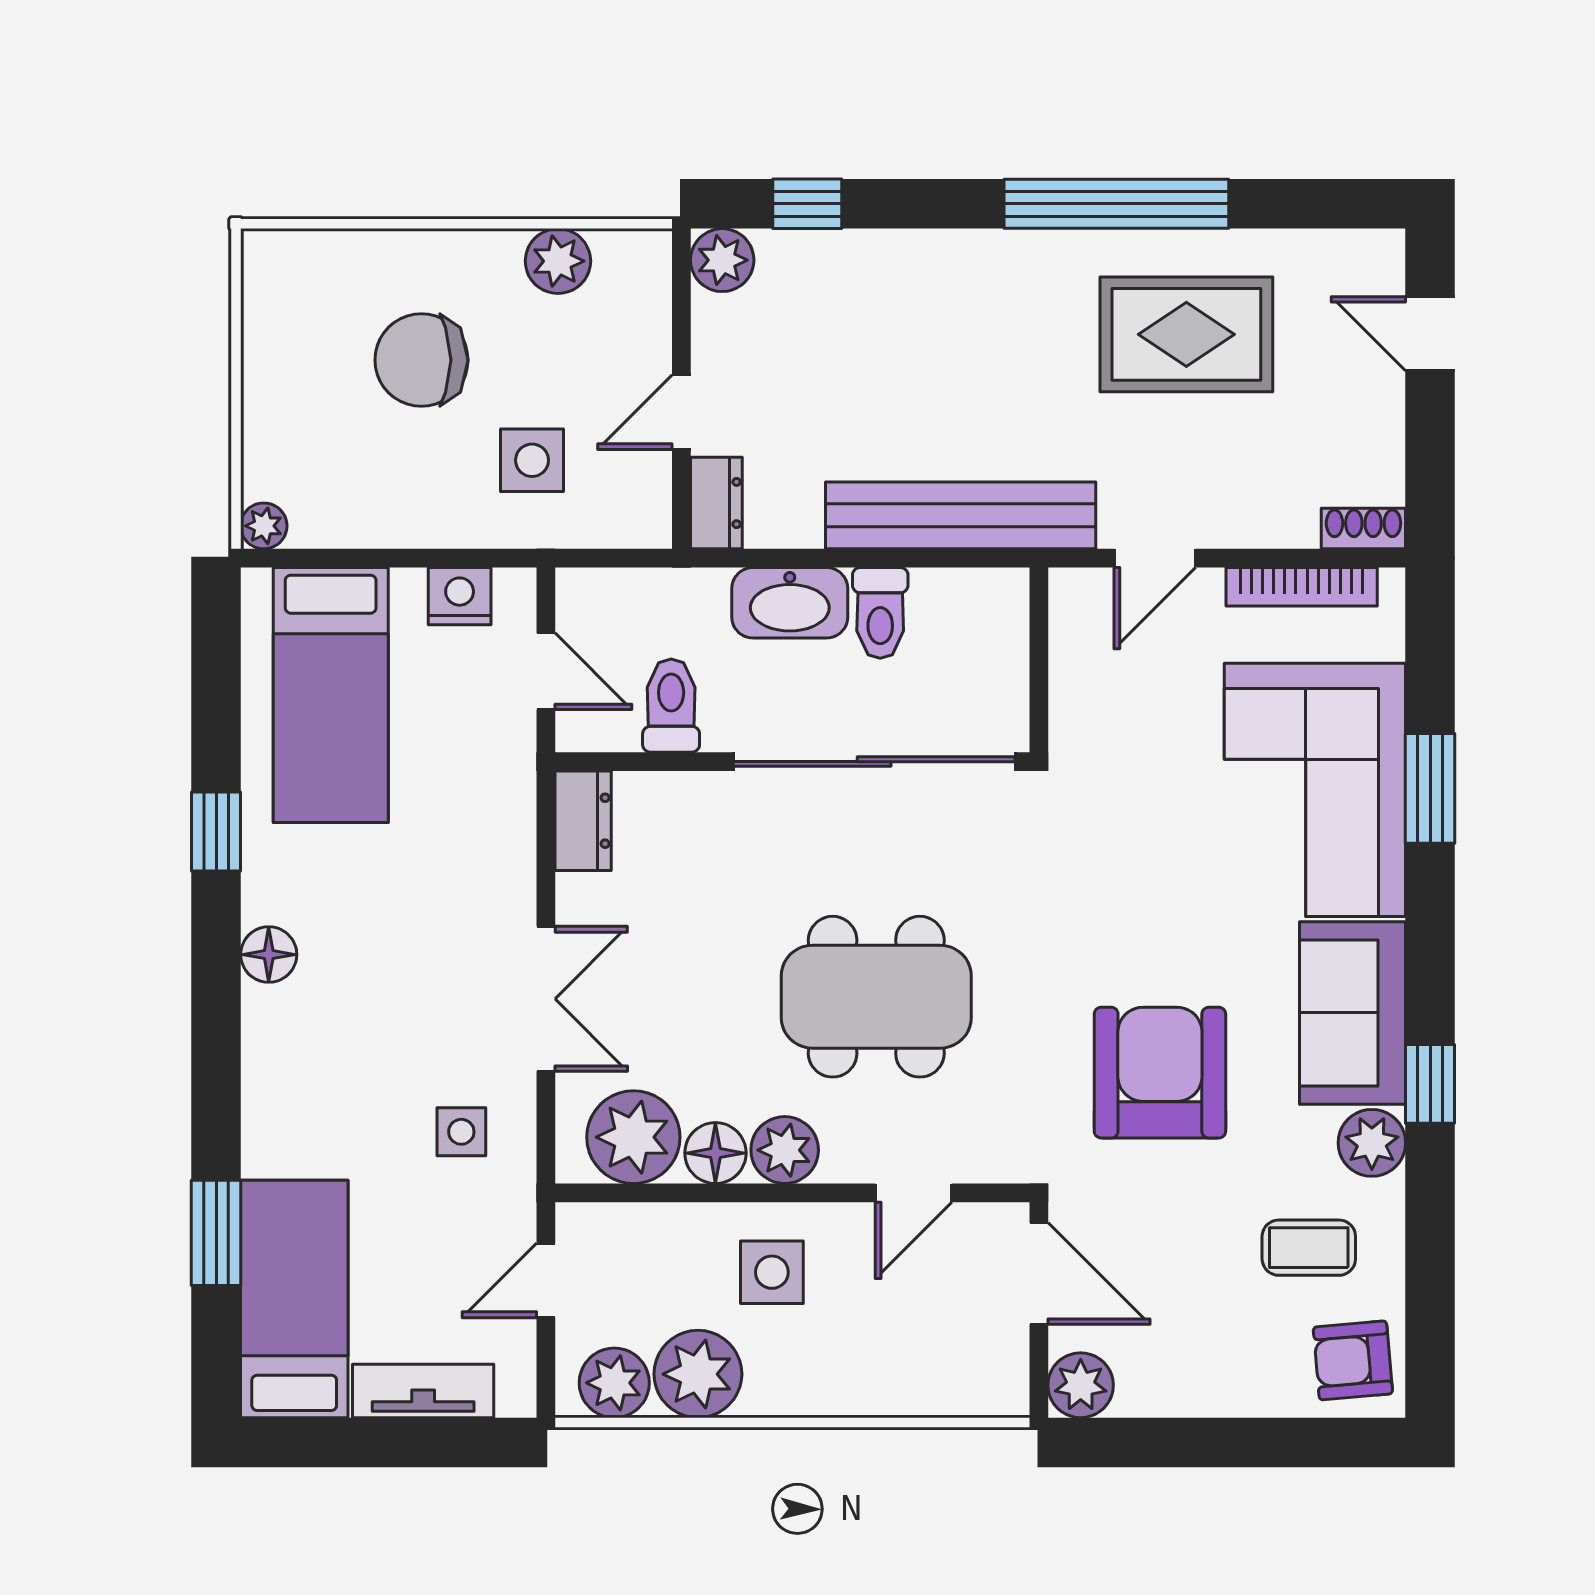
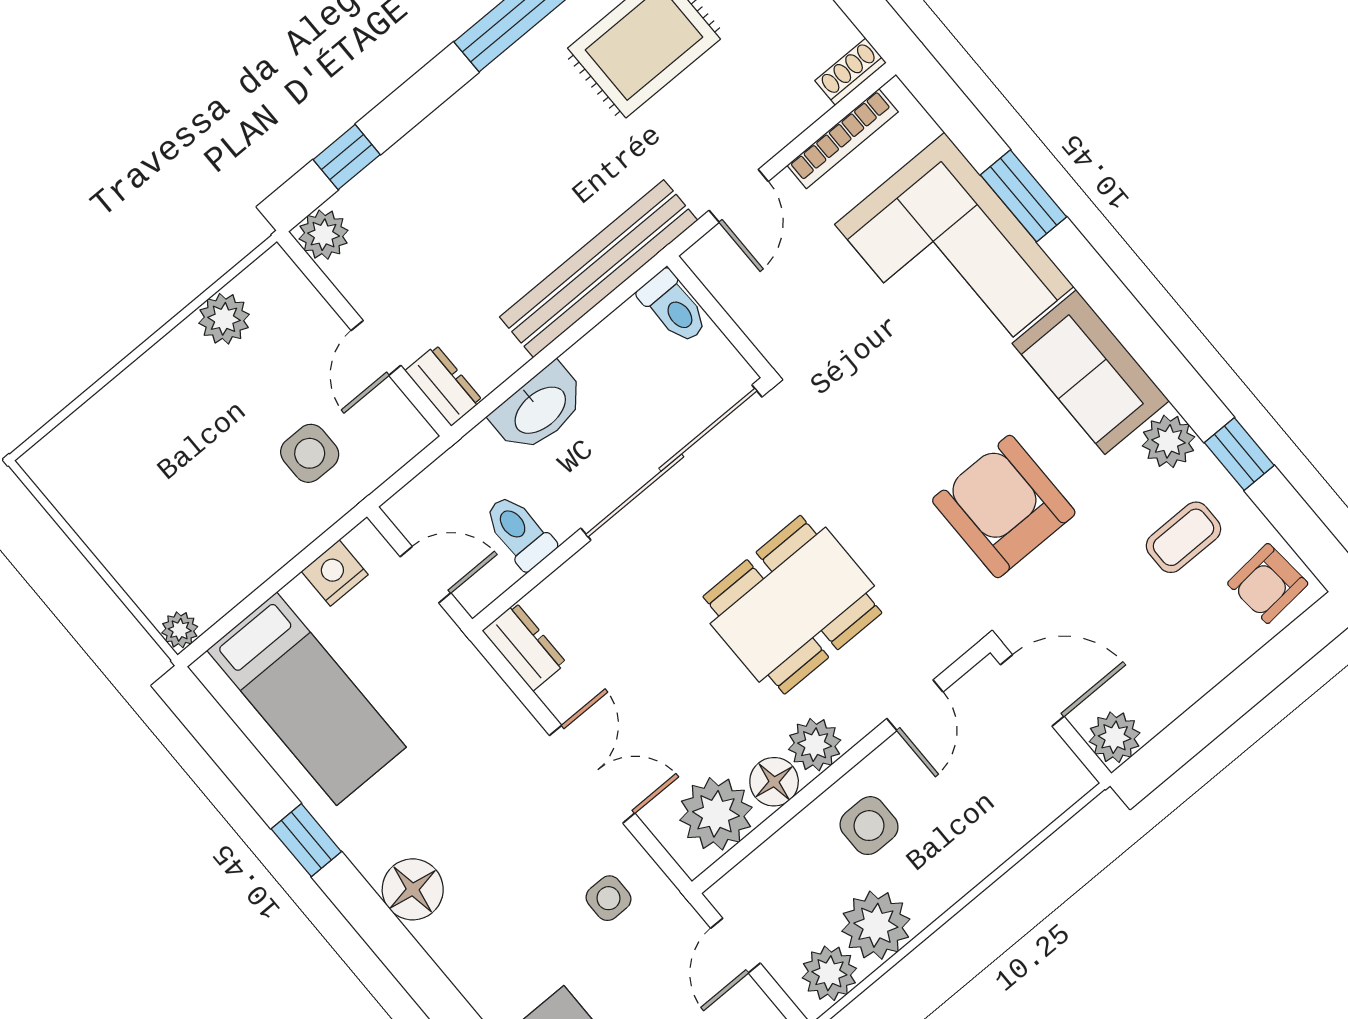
chair: (421, 360) -> (191, 449), removed
toilet: (880, 613) -> (673, 307), moved
floor lamp: (269, 955) -> (413, 889), width x1.38, depth x1.38
window: (1430, 1084) -> (1239, 454), moved

